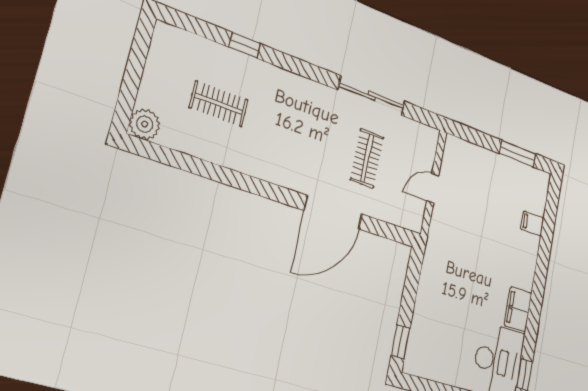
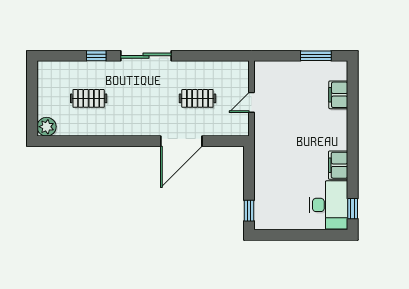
sliding door: (372, 96) -> (146, 56), moved
clothes rail: (367, 158) -> (197, 98), turned 90
filing cabinet: (532, 224) -> (338, 95), width x2.00

